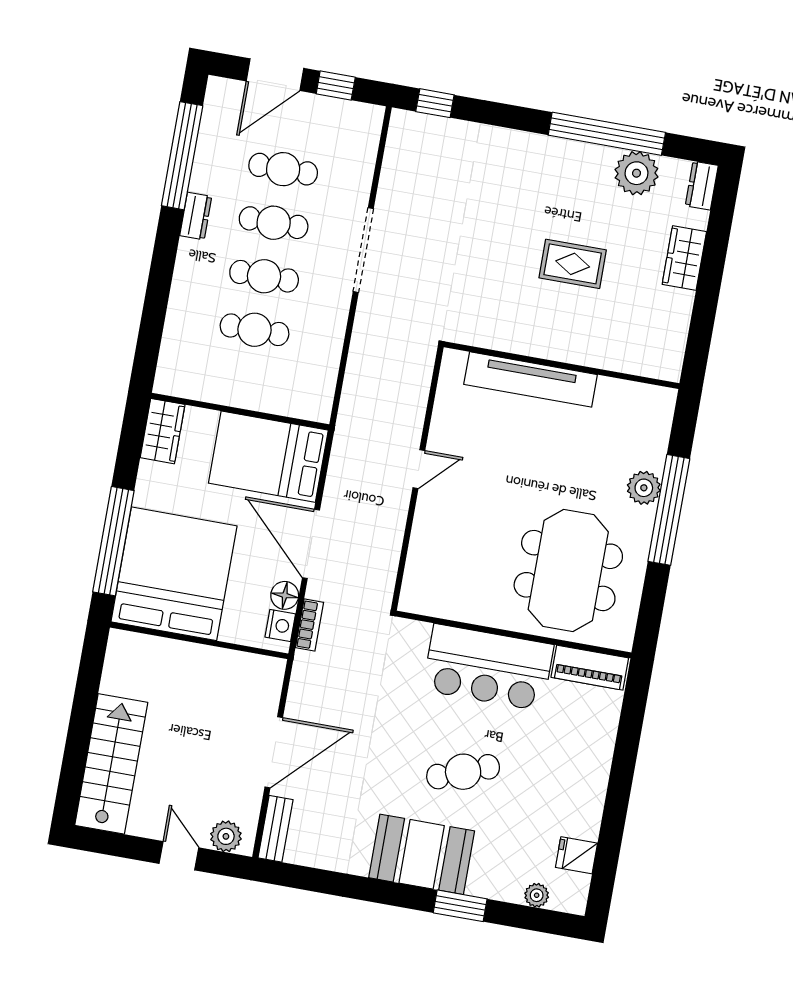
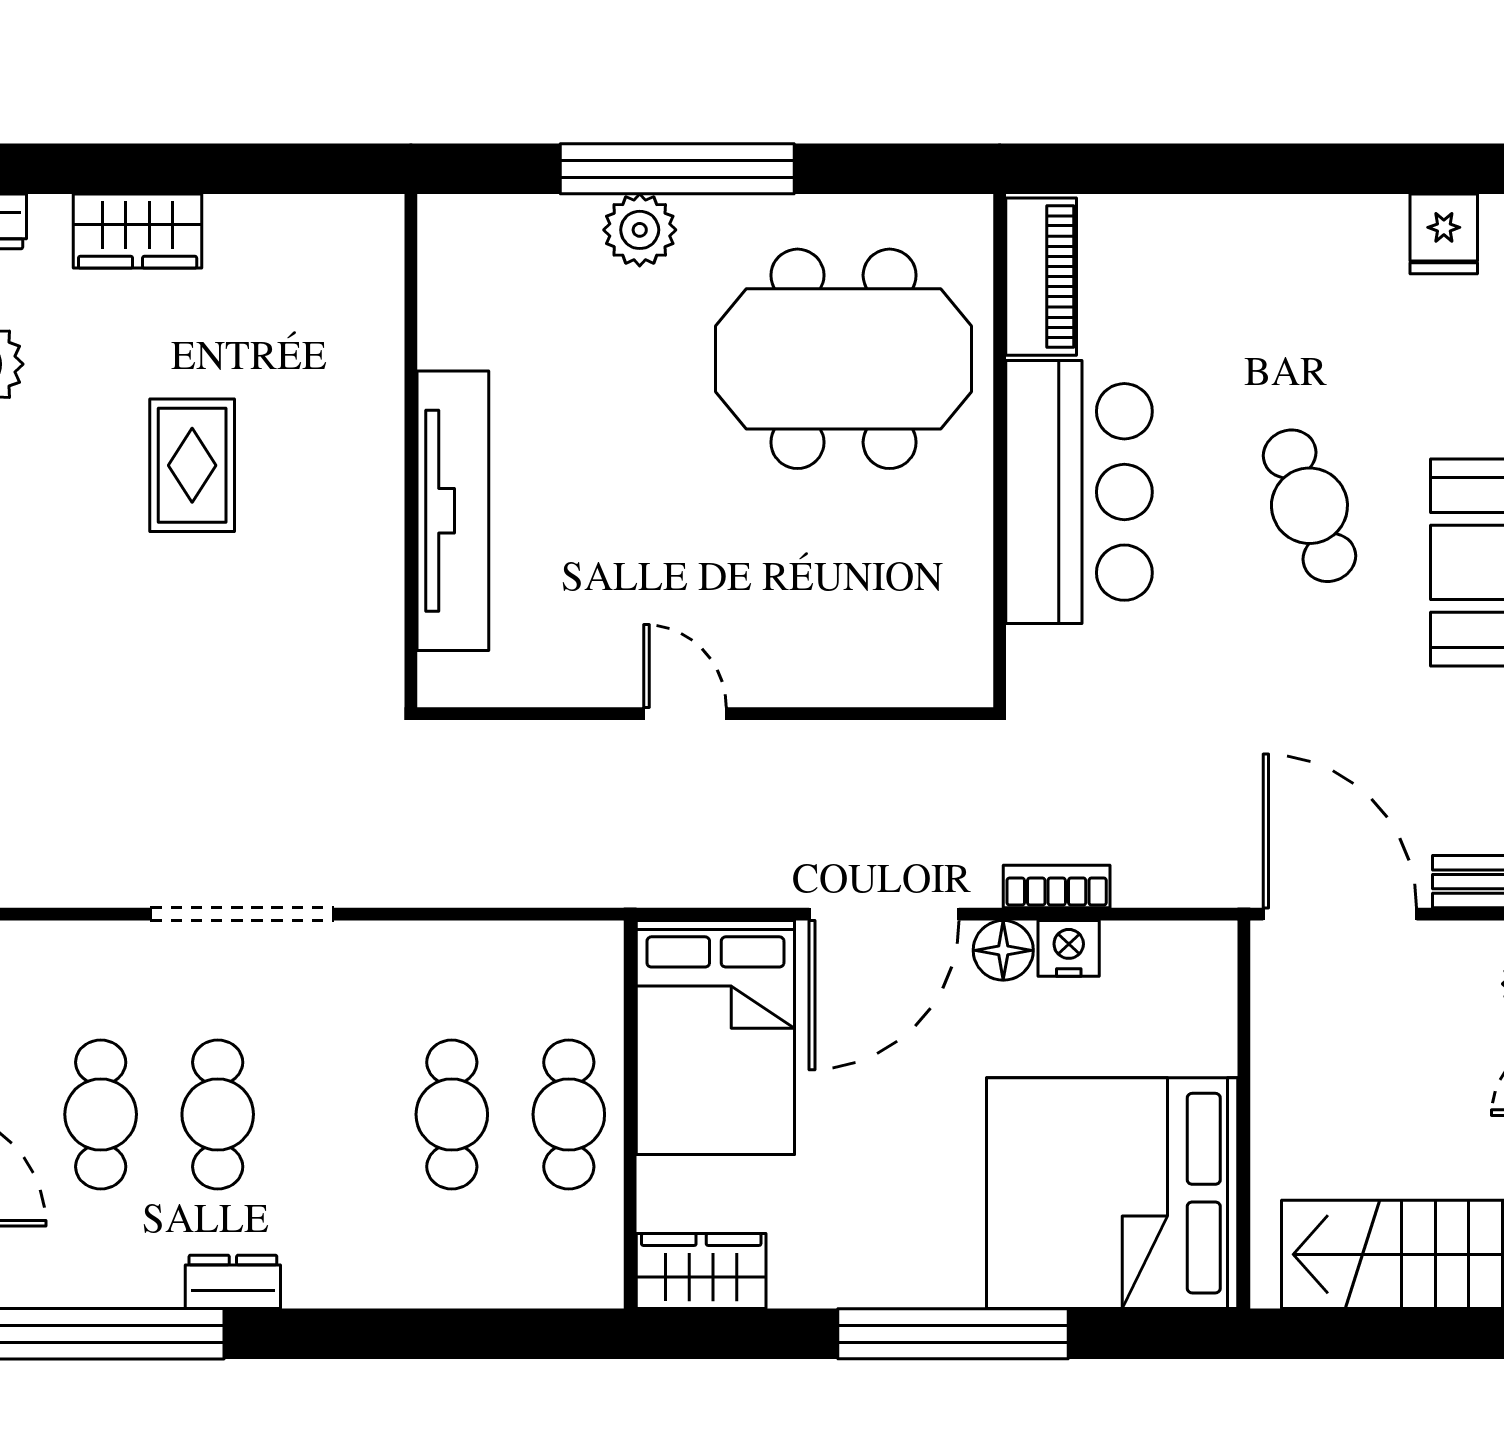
cafe table: (264, 276) -> (569, 1114), moved
bed: (174, 574) -> (1112, 1193), moved
wall: (199, 641) -> (1244, 1114), moved

